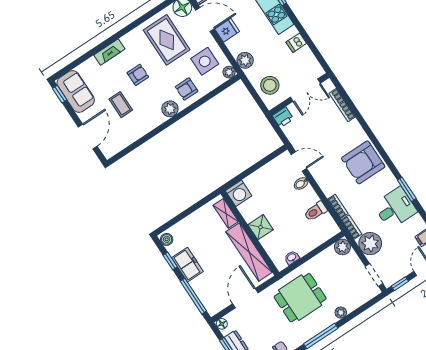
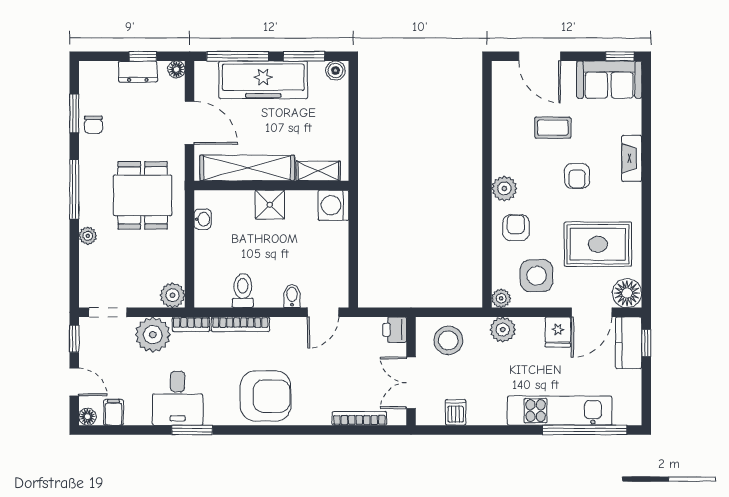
dishwasher: (296, 43) -> (456, 412), moved
armchair: (363, 162) -> (266, 396), turned 90
bookcase: (338, 206) -> (240, 324), width x1.56
window: (170, 261) -> (304, 56), width x1.50
freezer: (187, 265) -> (263, 80), width x1.91, depth x1.26

